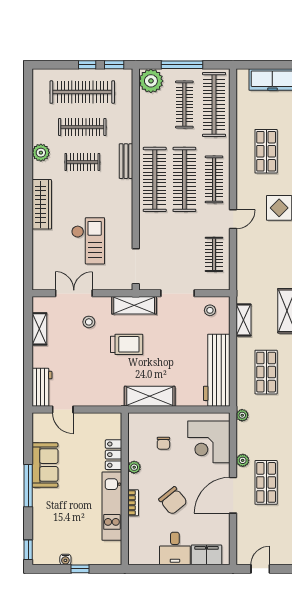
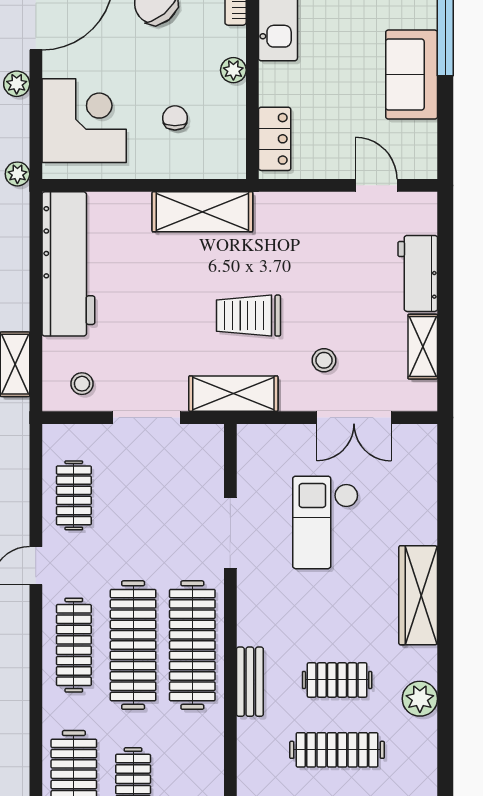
doorway: (136, 266) -> (230, 533), moved
workbench: (42, 387) -> (418, 273), moved
locker: (114, 455) -> (275, 139), moved

